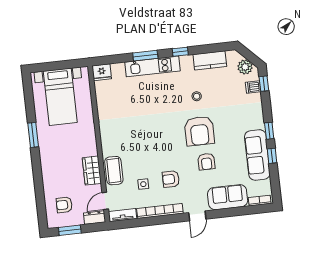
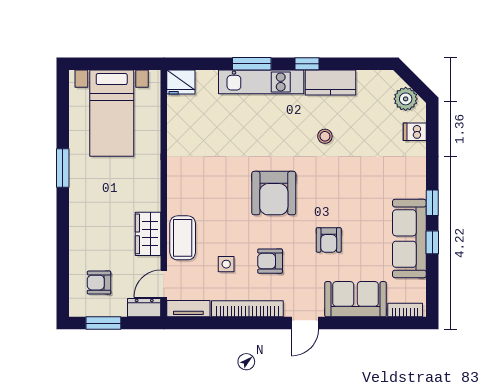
kitchen counter: (210, 60) -> (330, 83), moved
window: (264, 84) -> (432, 128), removed
armchair: (199, 131) -> (274, 193), moved

